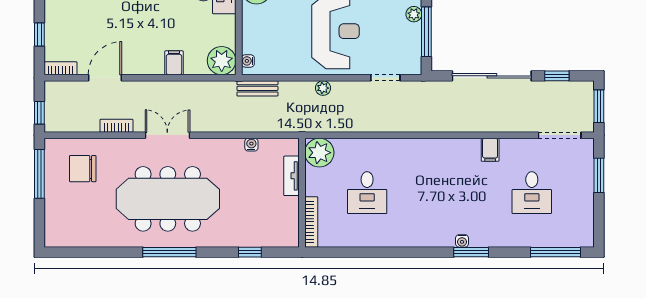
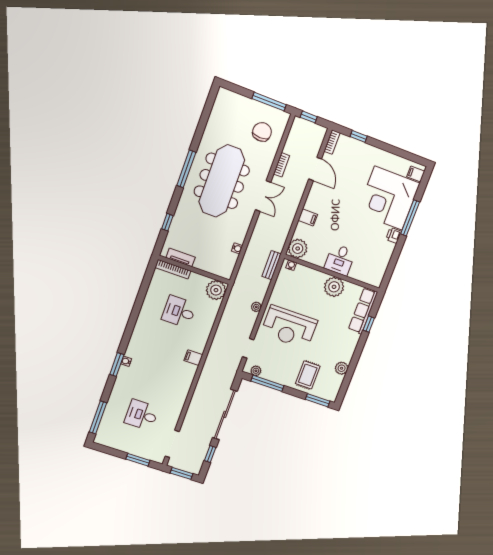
plant: (414, 14) -> (256, 371), moved
filing cabinet: (490, 150) -> (193, 358), moved
tv unit: (291, 176) -> (181, 257), moved

